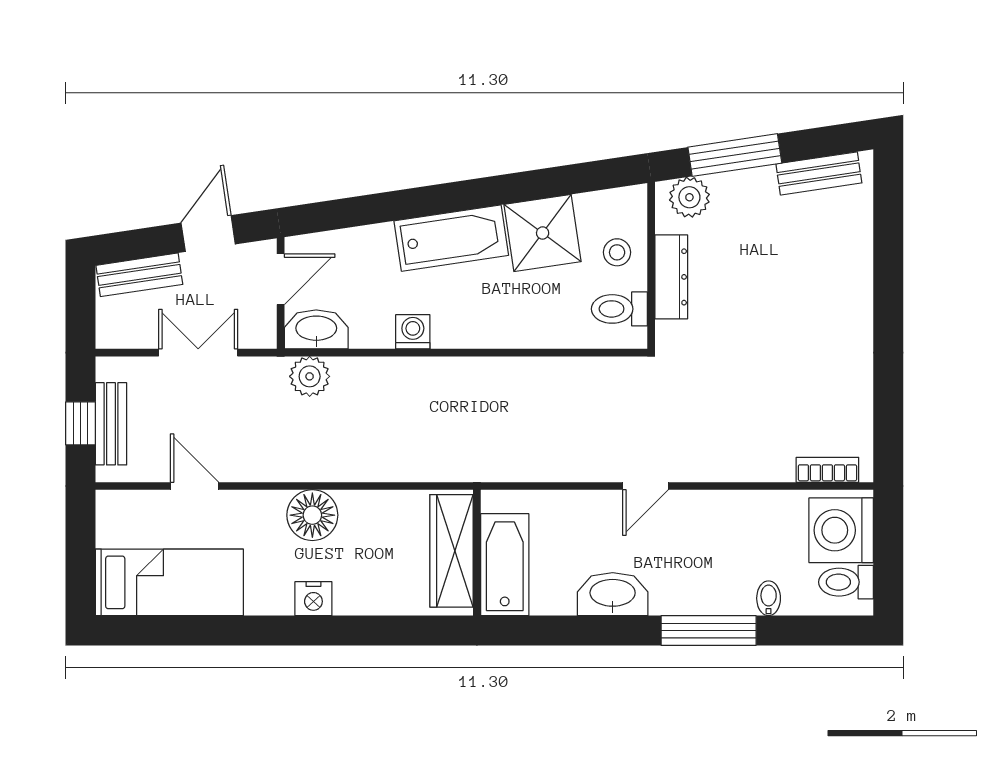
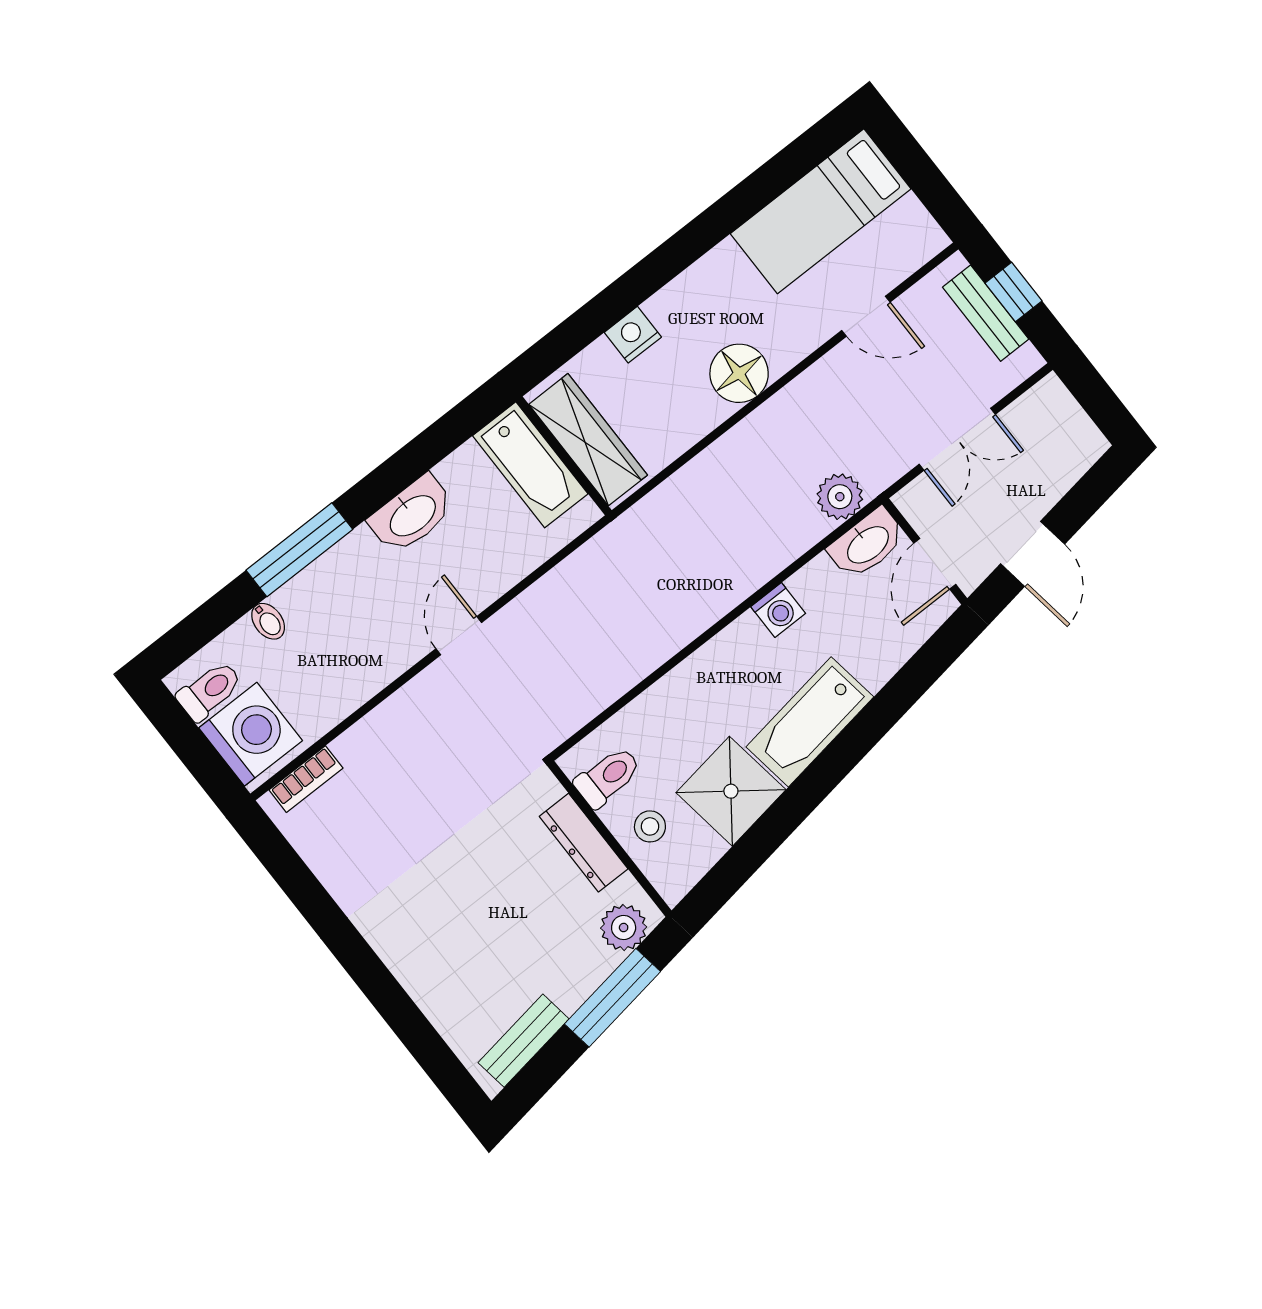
bench: (139, 275) -> (1066, 468), removed
nightstand: (313, 599) -> (633, 335), moved

